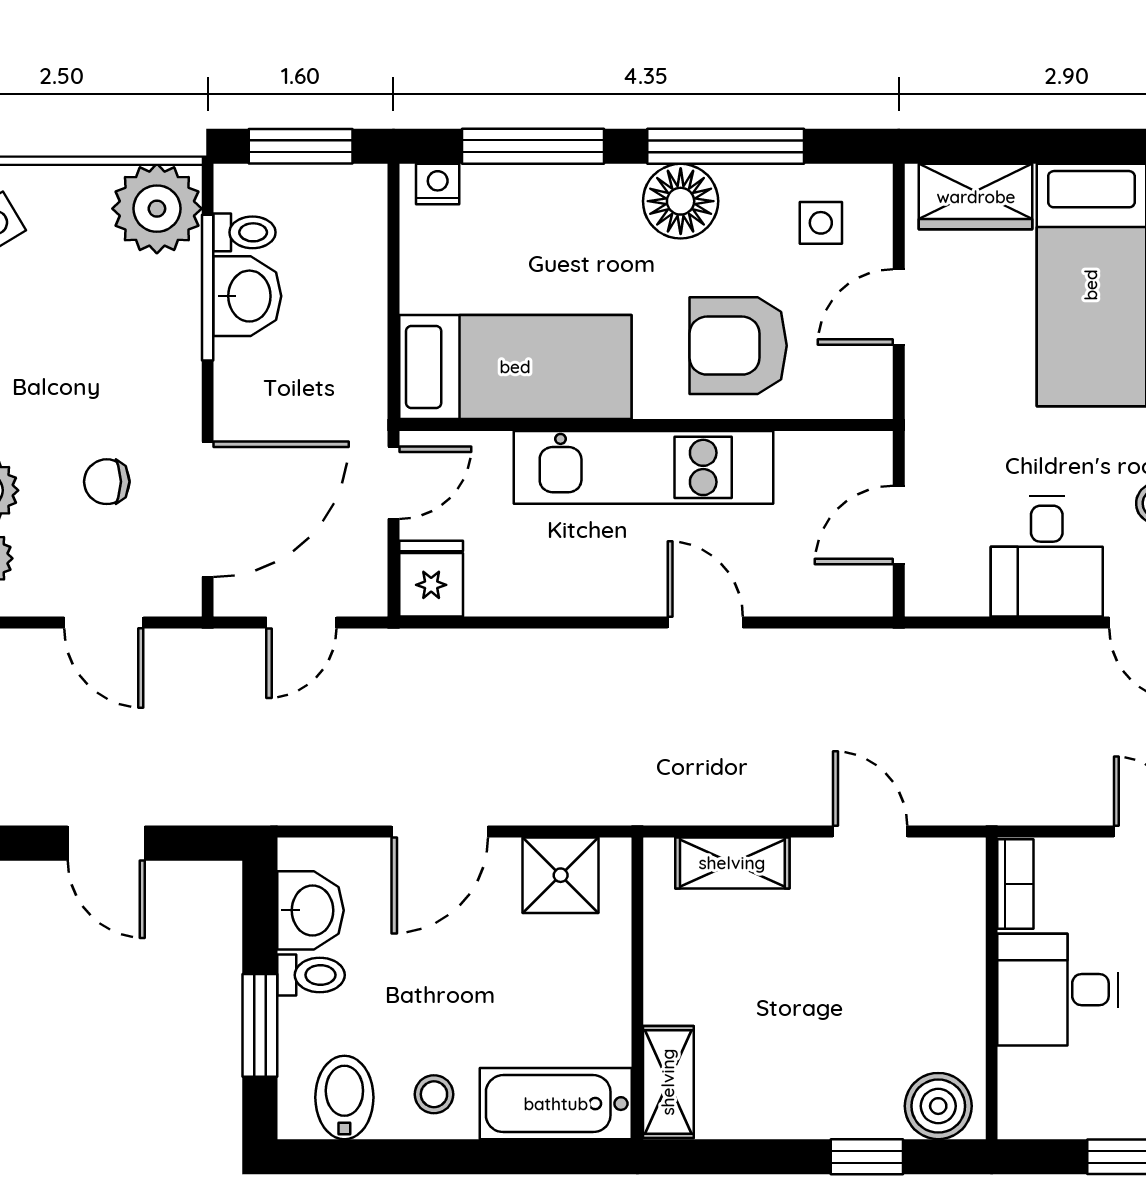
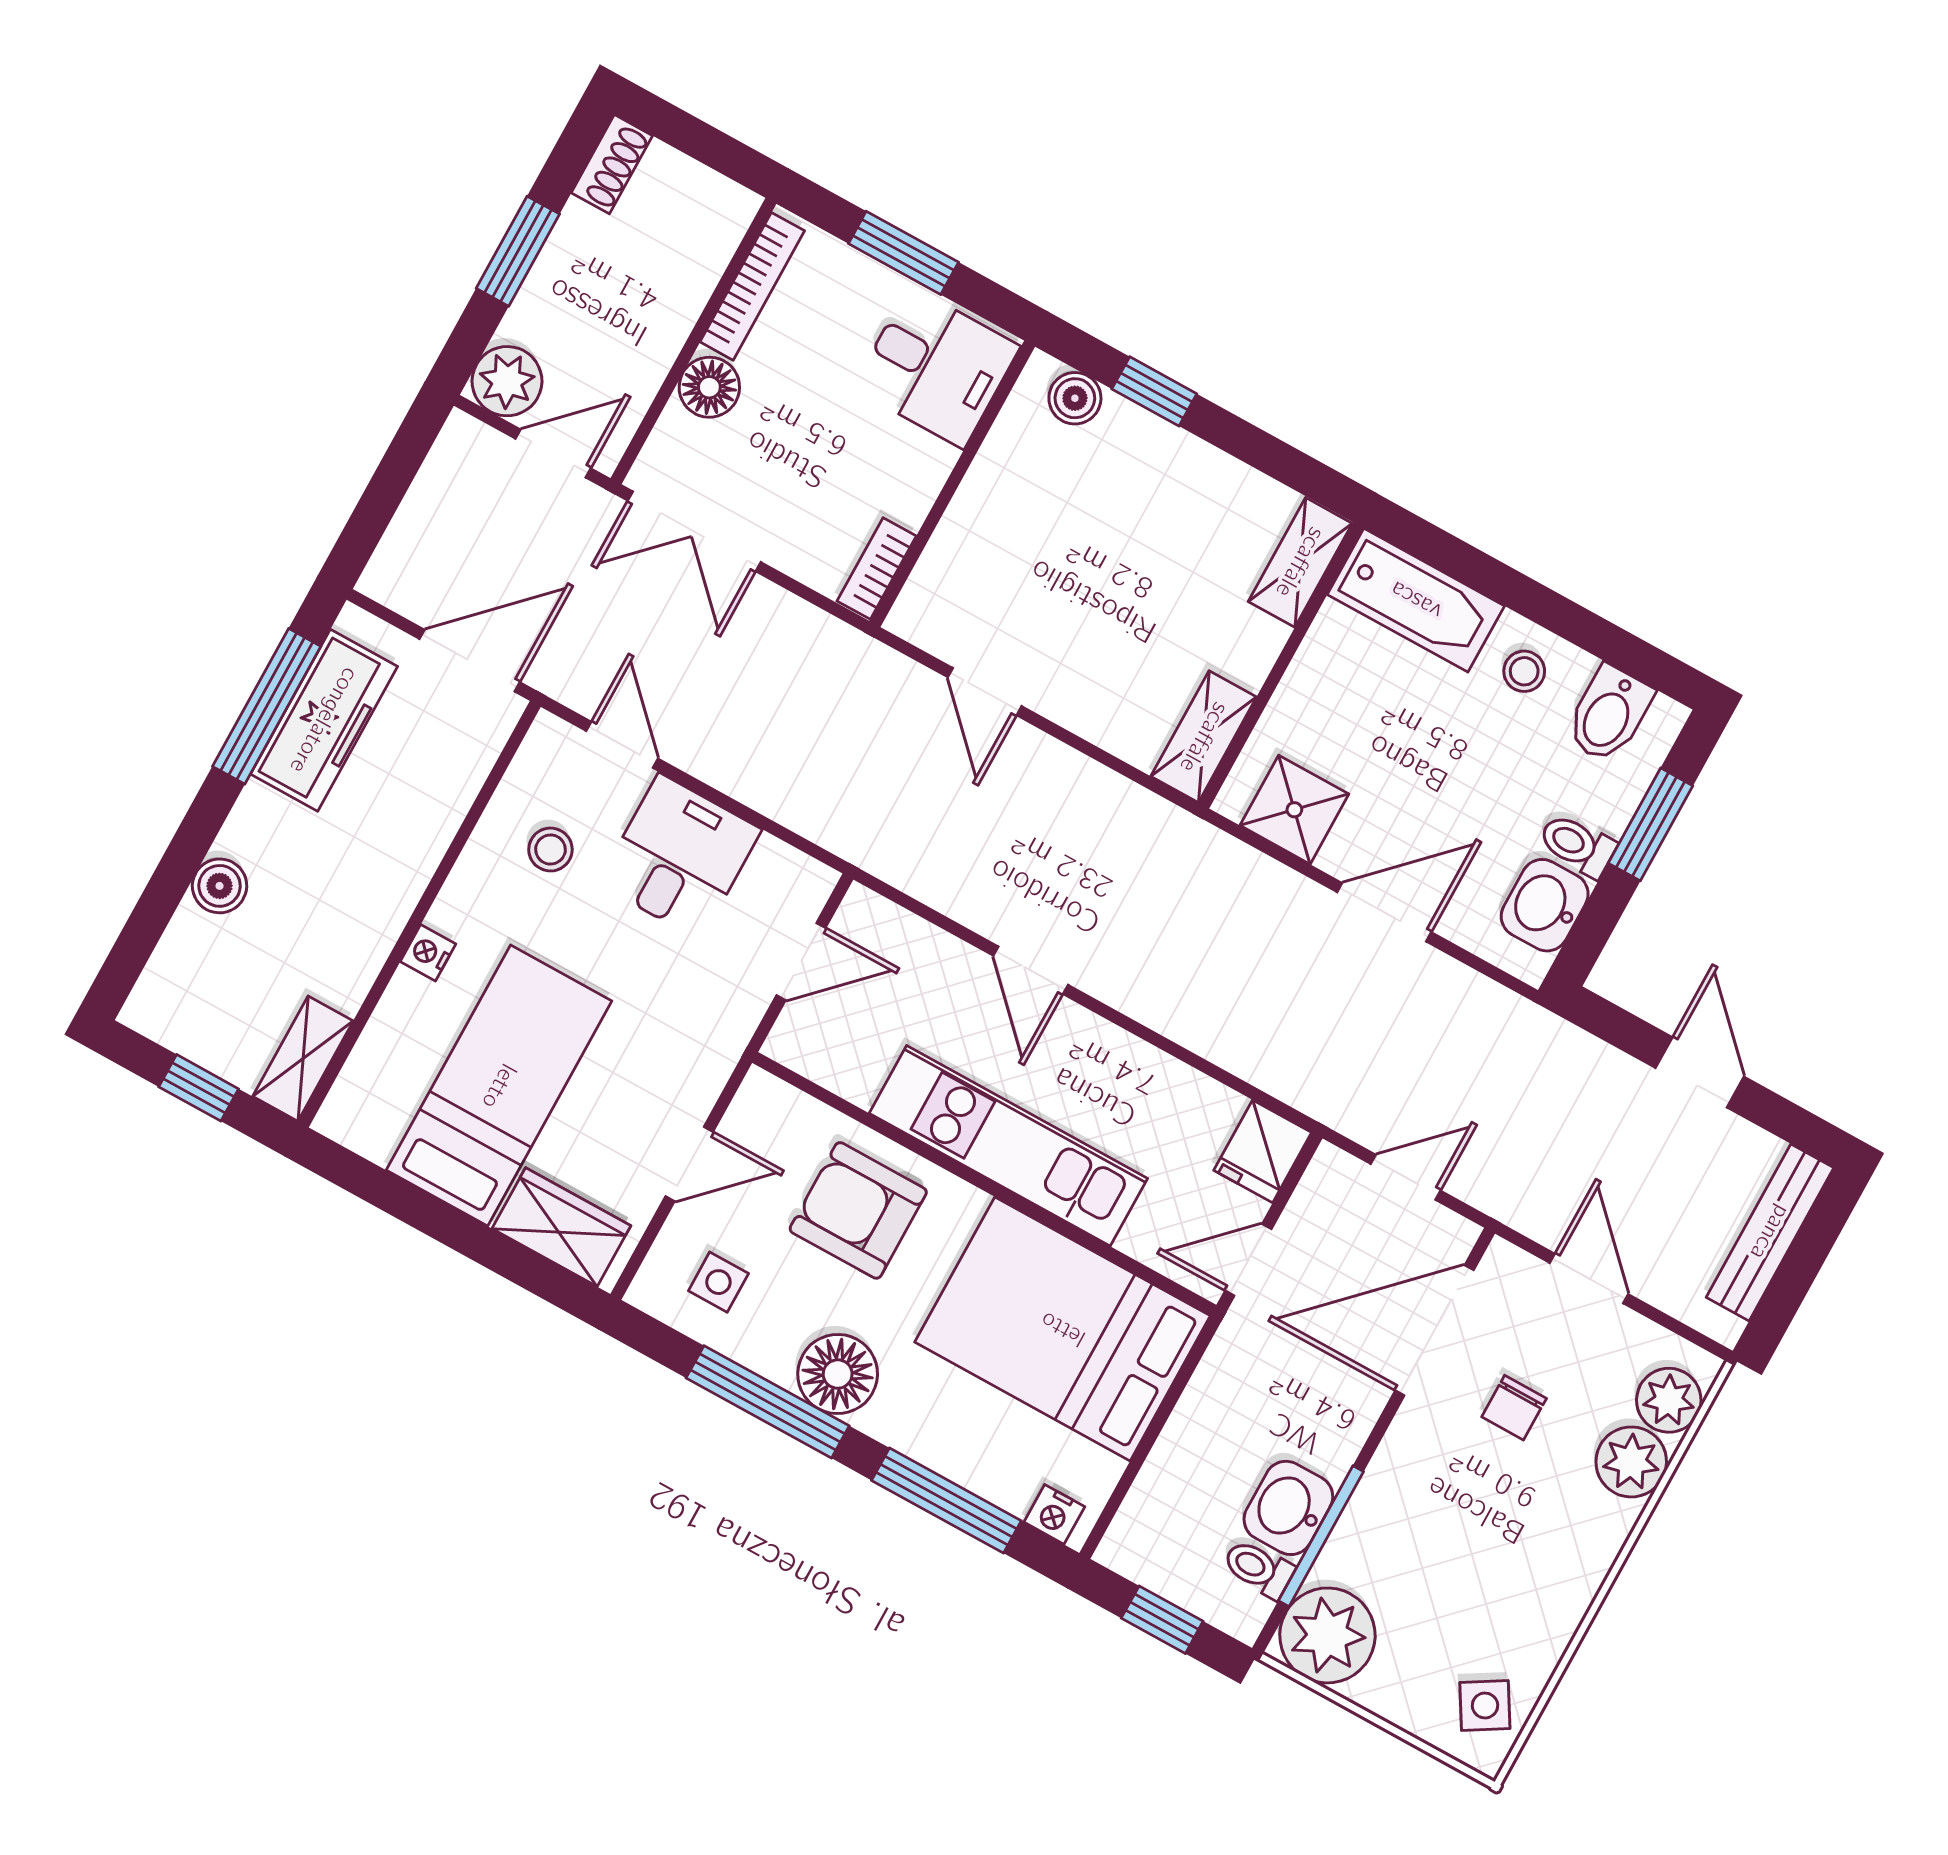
window: (301, 146) -> (1162, 1620), width x0.67
armchair: (738, 346) -> (858, 1210), turned 180
bed: (515, 367) -> (1063, 1329), width x1.50
chair: (107, 482) -> (1514, 1408), turned 90
shelving: (732, 863) -> (1204, 737), moved, turned 90
desk: (1058, 990) -> (936, 367), moved
boiler: (938, 1106) -> (1075, 398), width x0.73, depth x0.73

